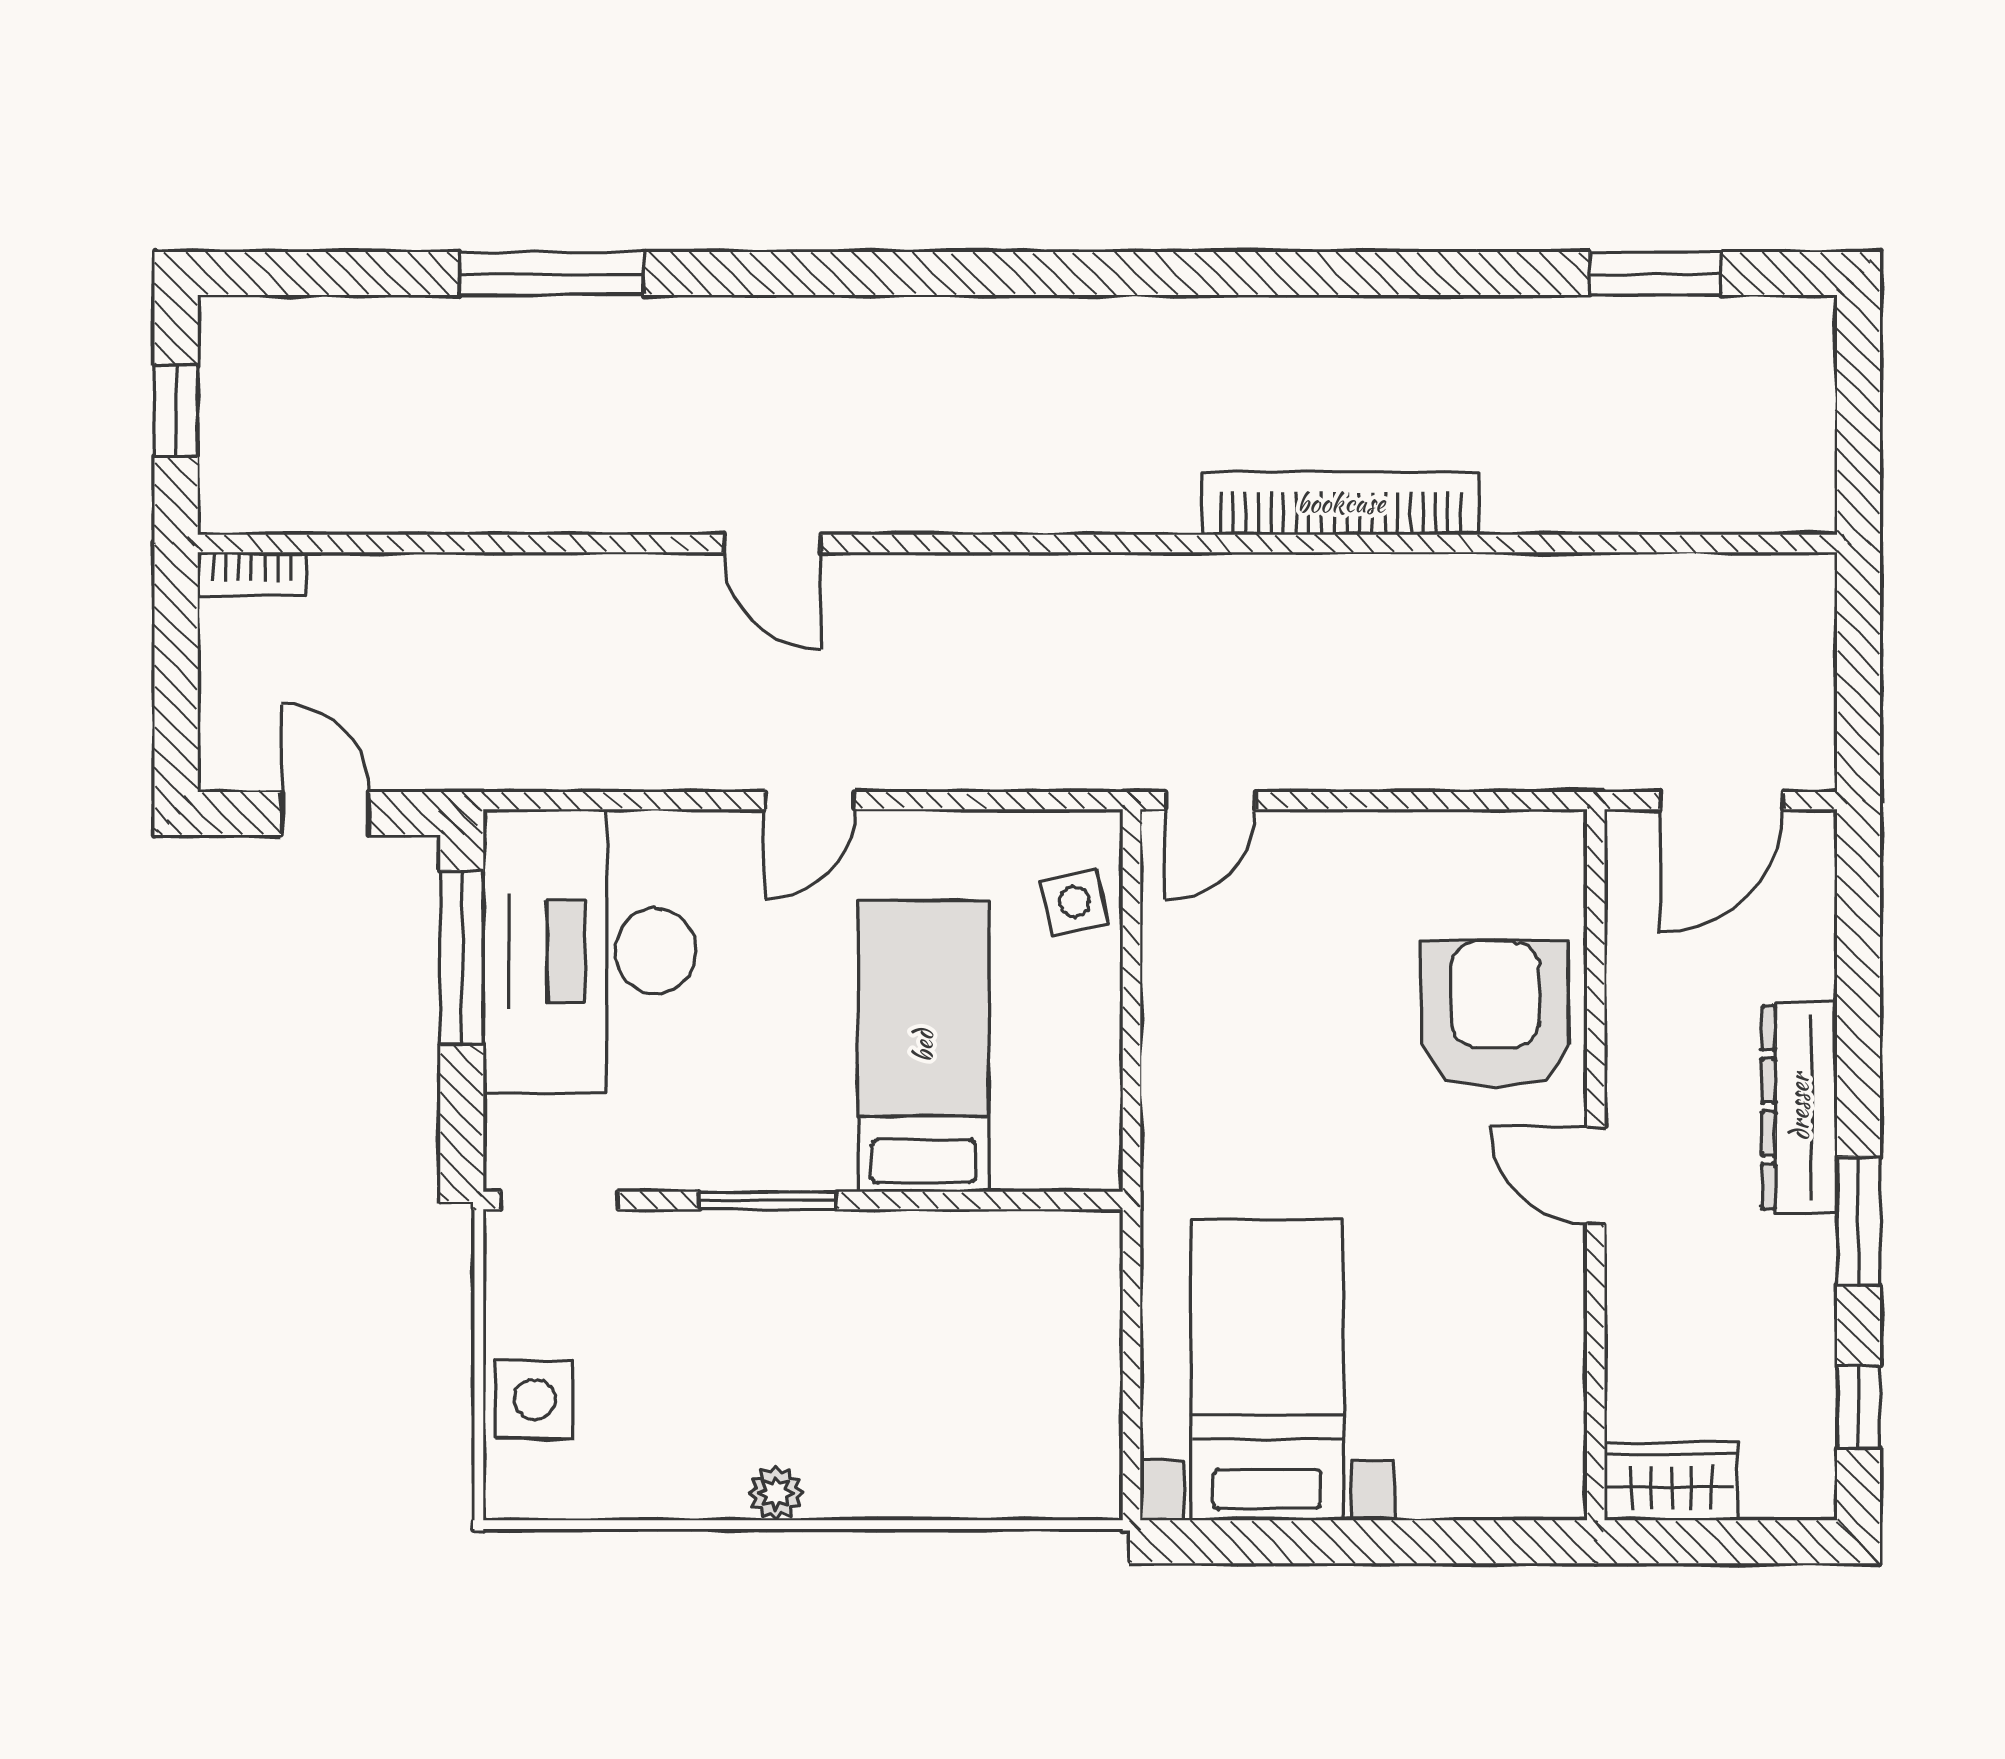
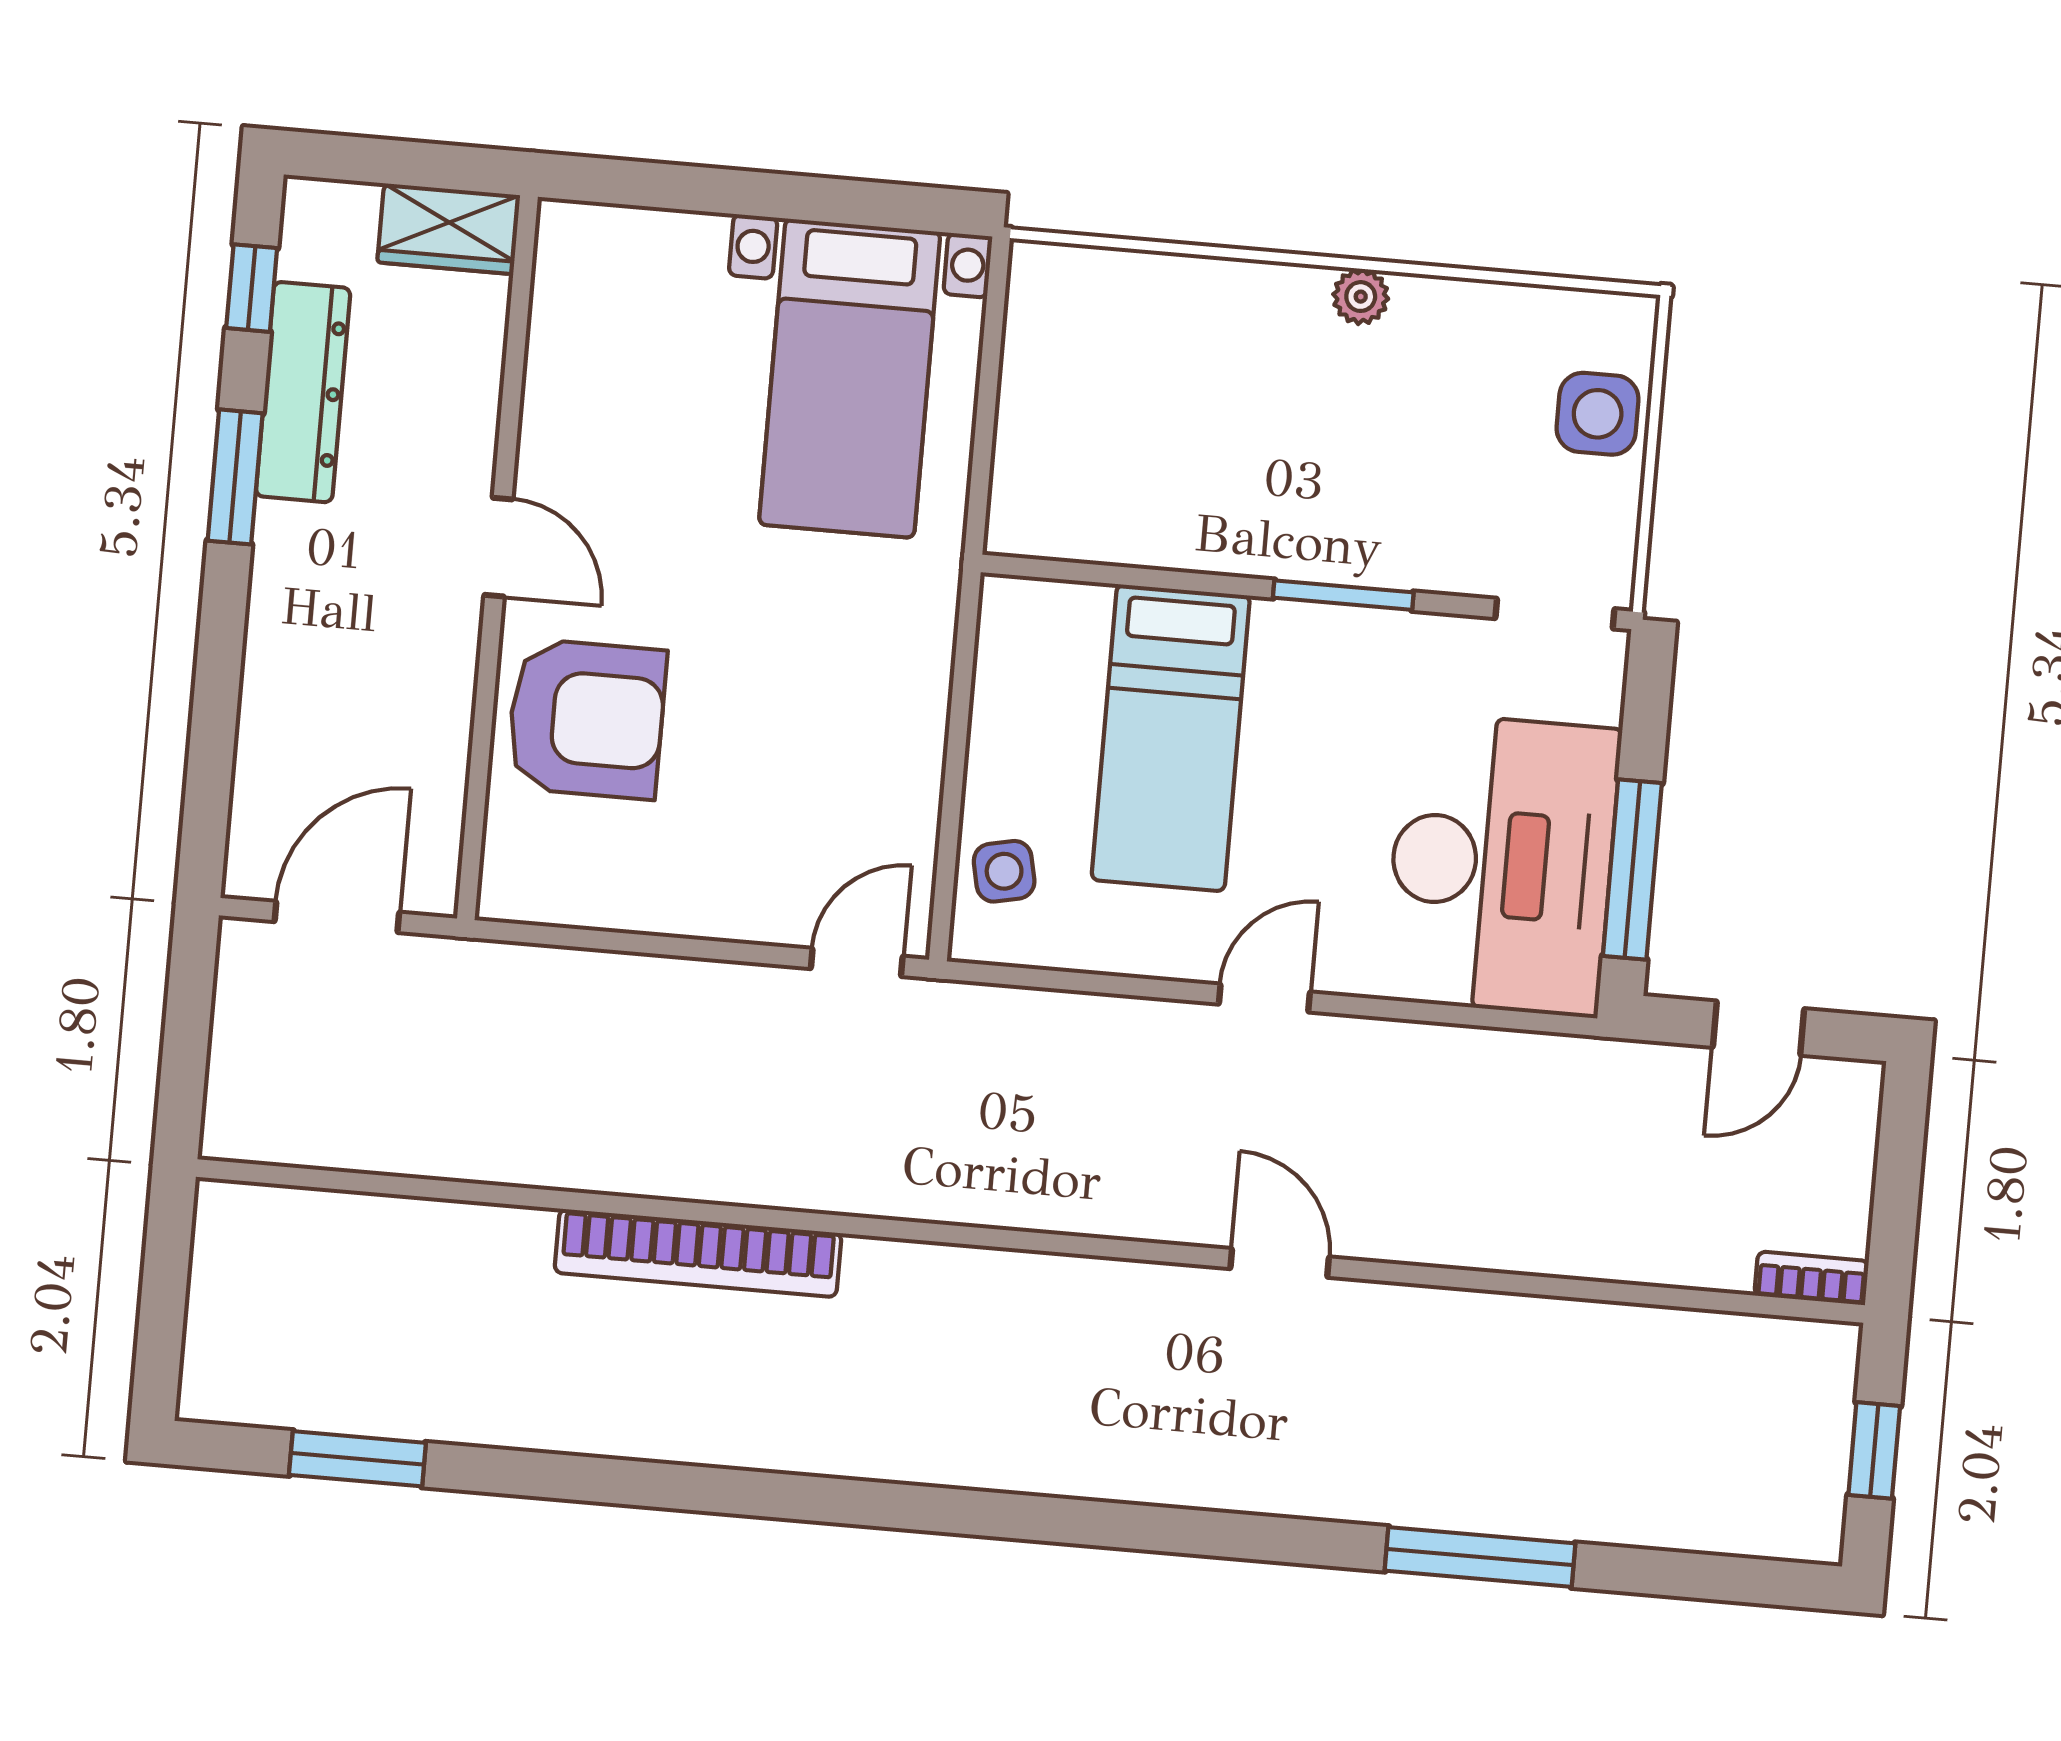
door: (325, 813) -> (1759, 1028), hinge flipped
armchair: (1495, 1015) -> (586, 719), turned -90
dresser: (1799, 1107) -> (303, 392), moved

